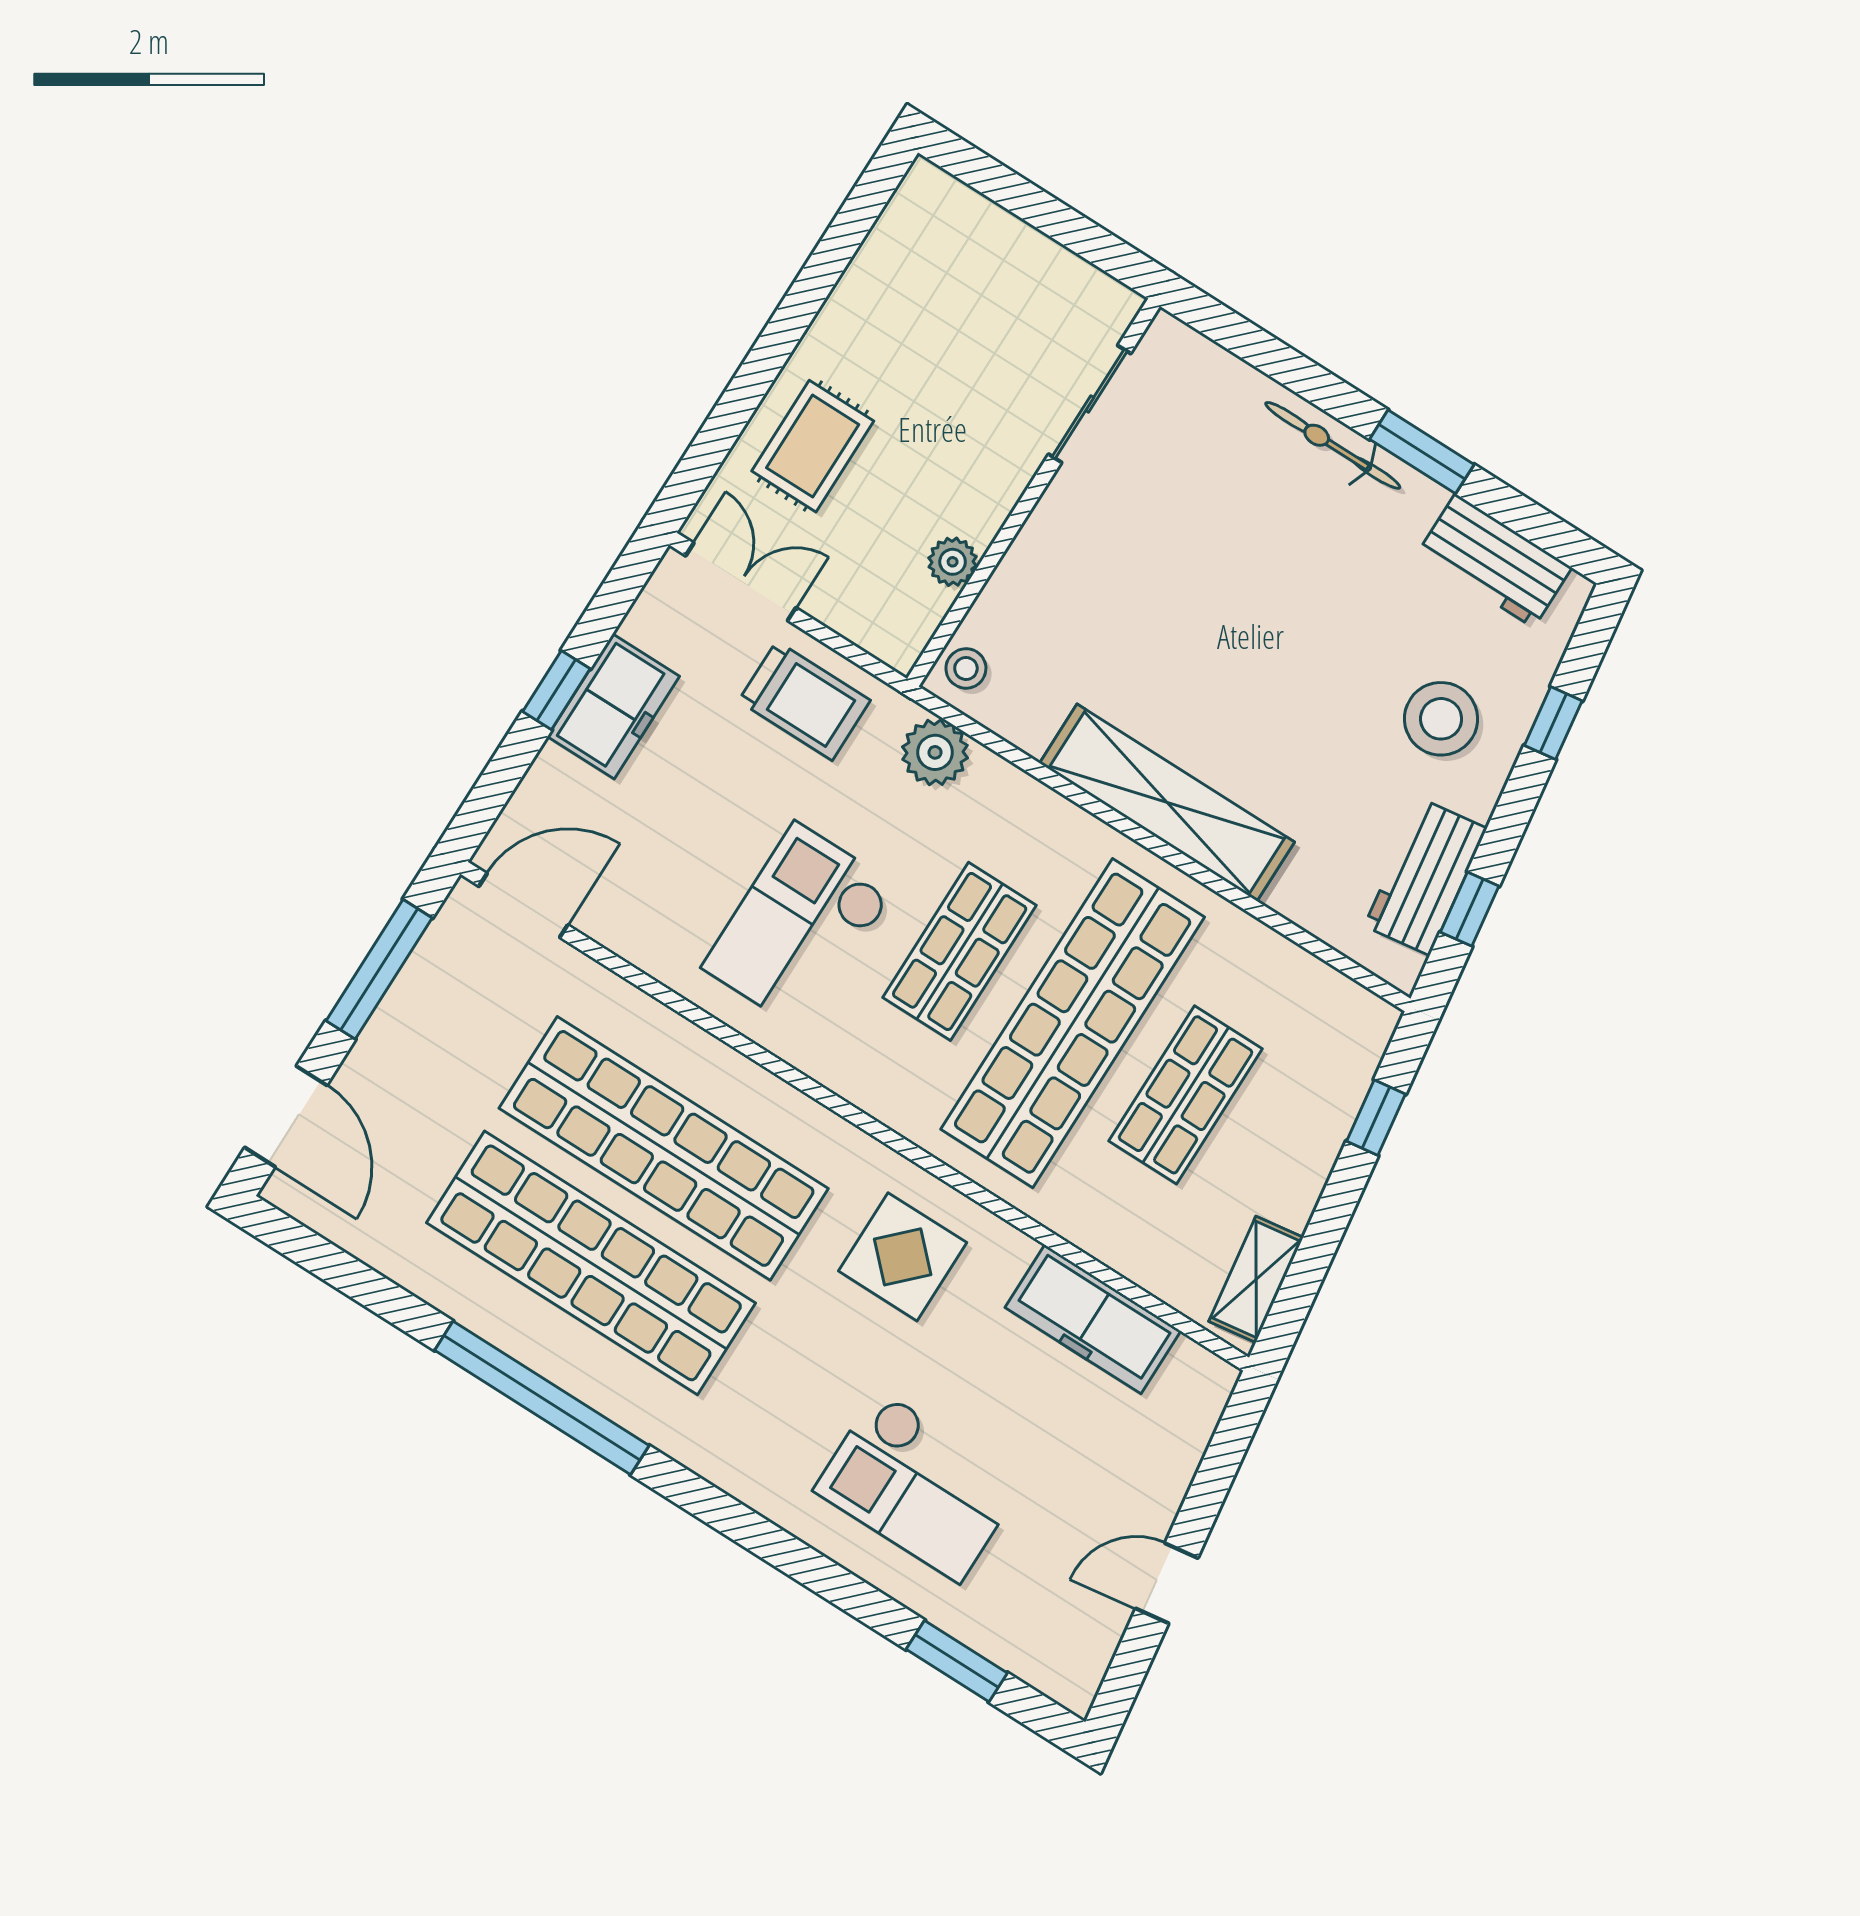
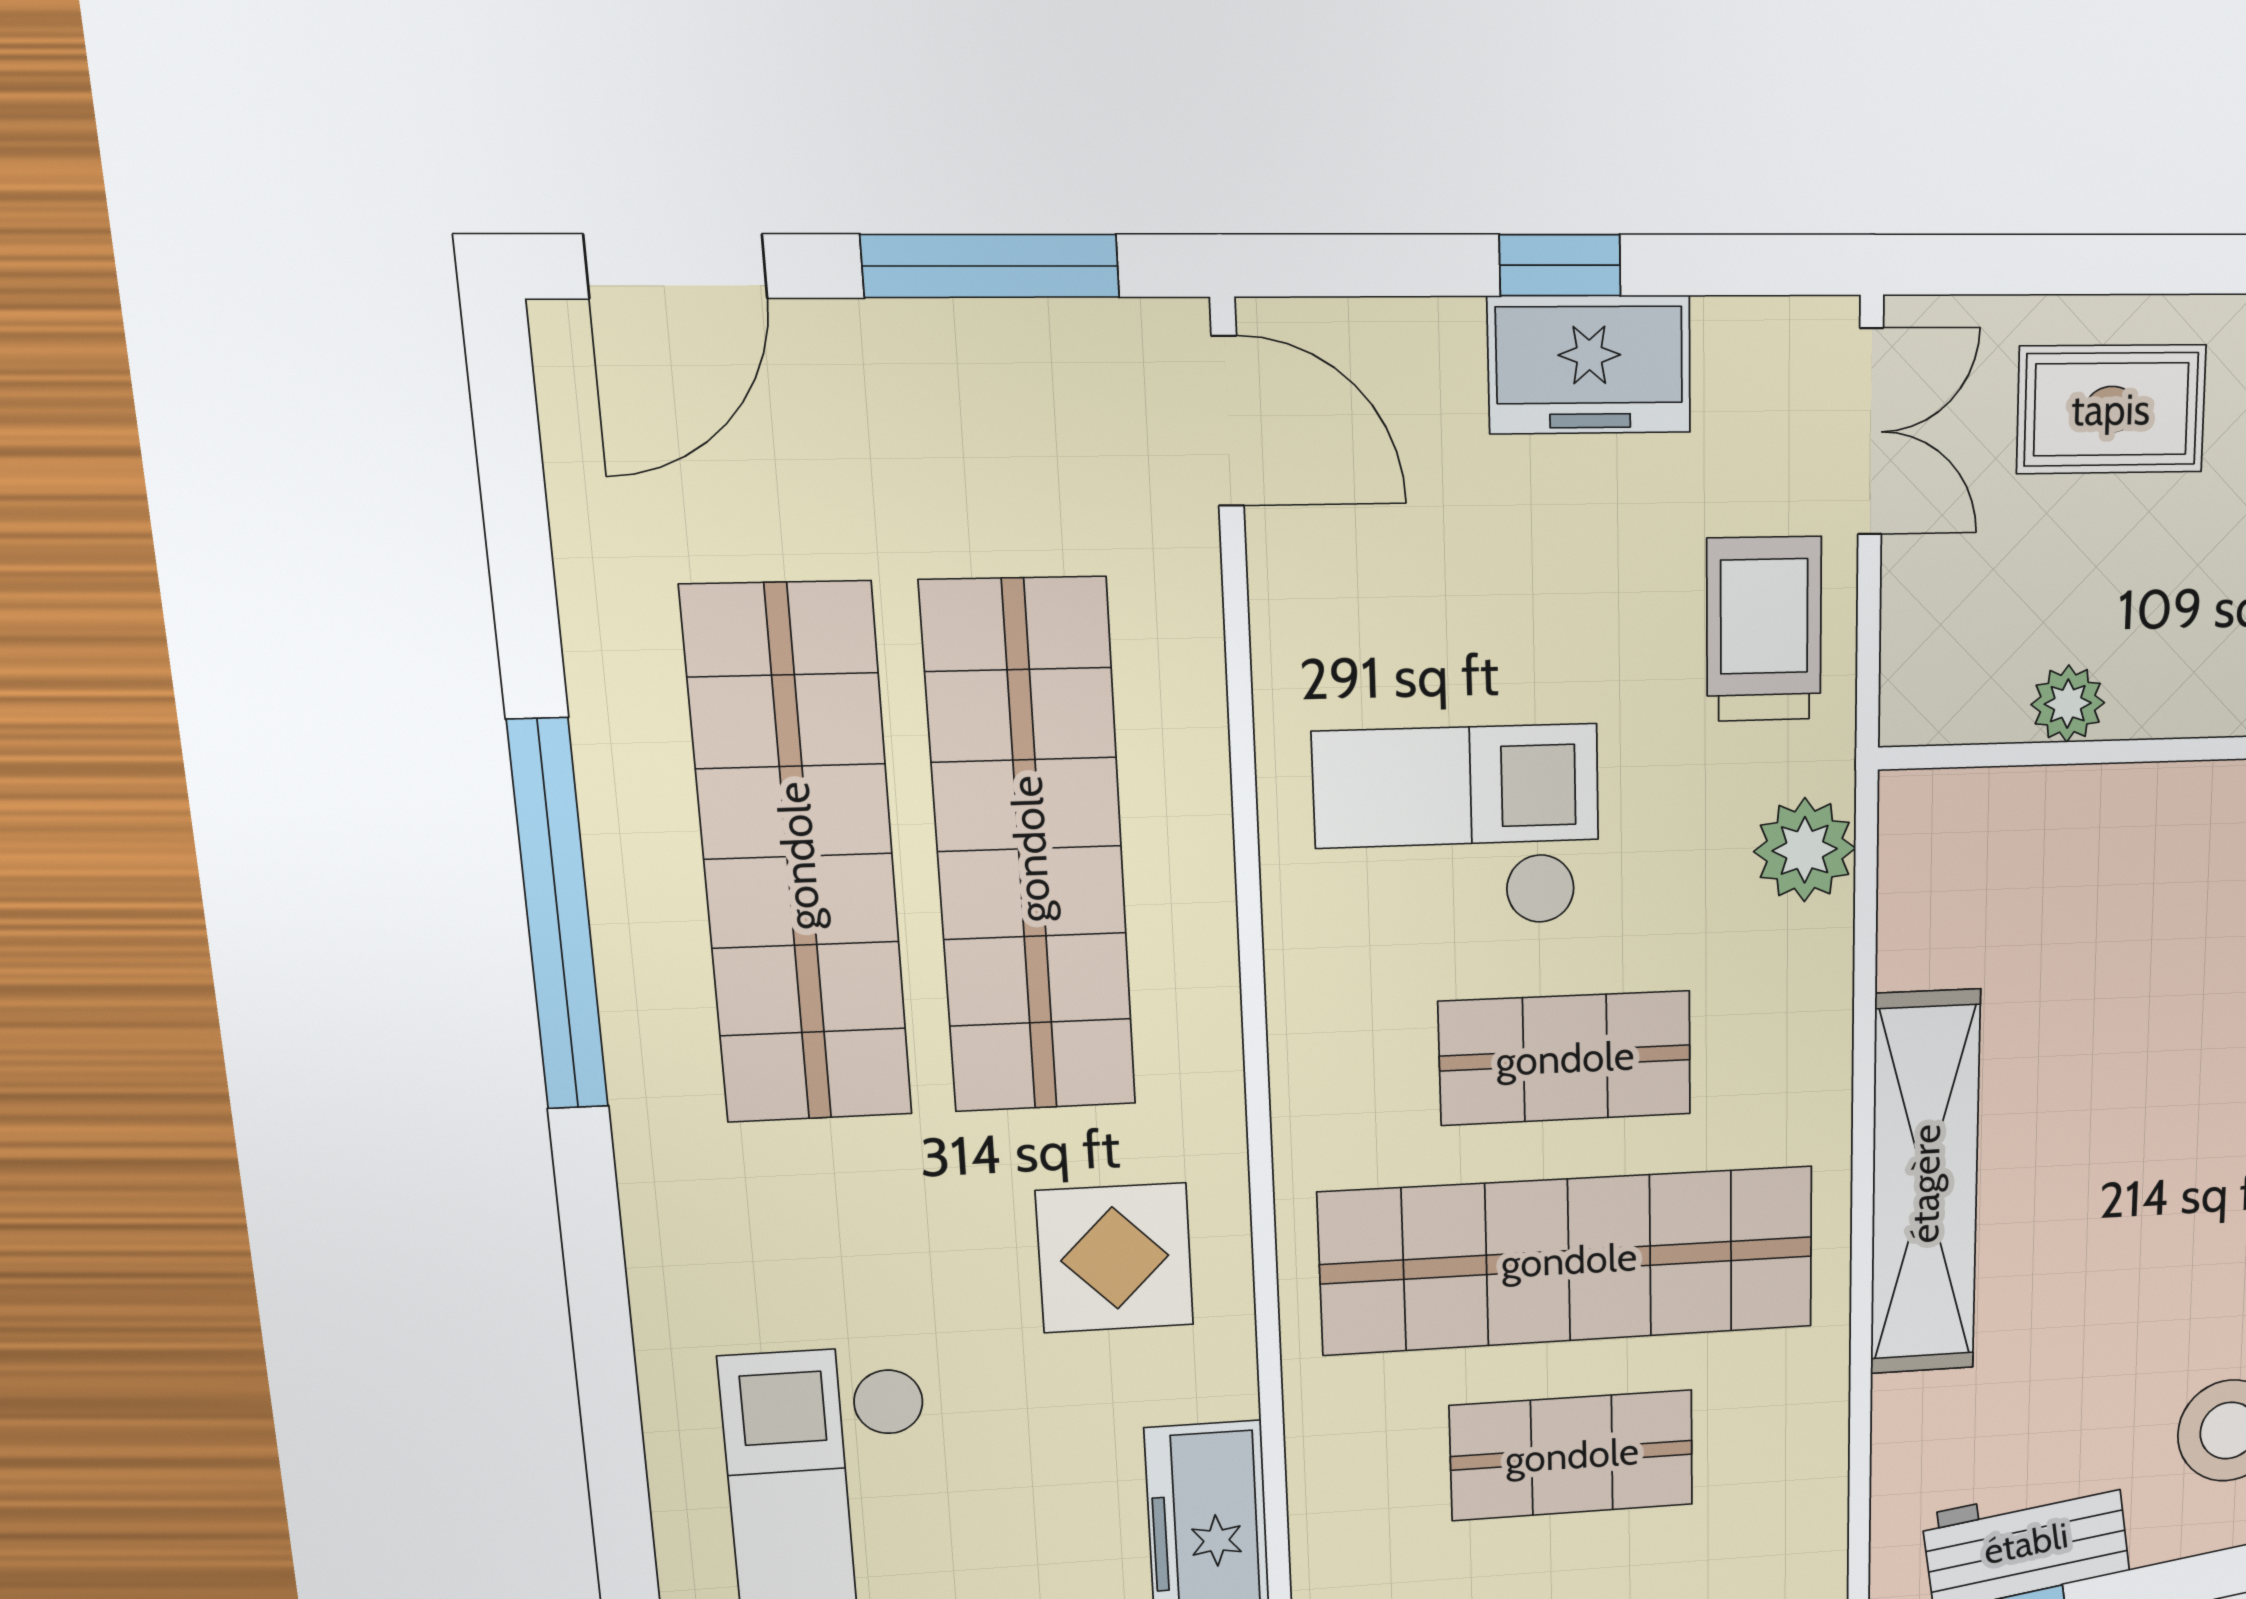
stool: (966, 668) -> (1939, 816), removed
trolley: (804, 701) -> (1764, 629), turned 180

